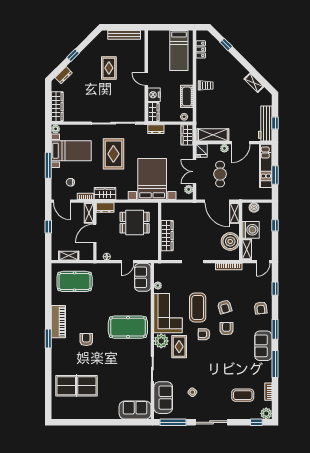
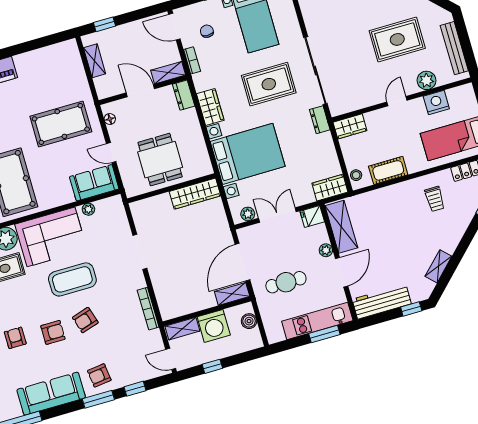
plant: (139, 57) -> (427, 80), added
rug: (109, 68) -> (397, 39), width x1.36, depth x1.43
trolley: (206, 85) -> (435, 199), moved
nightstand: (154, 95) -> (436, 102), moved
window: (275, 123) -> (411, 309), moved
dresser: (156, 129) -> (320, 120), moved
door: (241, 143) -> (342, 272), swing flipped
cafe table: (220, 174) -> (286, 282), moved
window: (275, 175) -> (324, 334), moved
wardrobe: (105, 194) -> (210, 107), moved
door: (62, 201) -> (174, 27), hinge flipped
dining table: (135, 223) -> (160, 160), moved
window: (275, 225) -> (212, 366), moved
window: (48, 227) -> (104, 24), moved
wardrobe: (167, 236) -> (195, 194), moved
boiler: (230, 241) -> (187, 300), removed
pool table: (75, 281) -> (61, 124), moved, turned 90
window: (275, 329) -> (98, 399), moved
armchair: (204, 334) -> (15, 338), moved
sofa: (263, 346) -> (51, 394), width x1.36

